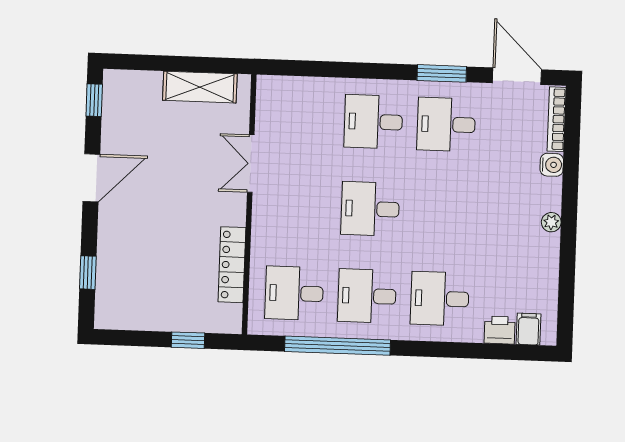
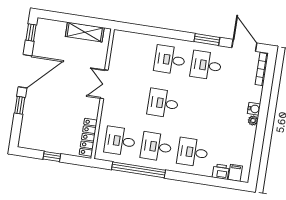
double door: (251, 163) -> (104, 84), moved
water cooler: (552, 165) -> (254, 109), moved
door: (91, 178) -> (25, 71), width x1.36
locker: (232, 265) -> (88, 137), moved
window: (88, 273) -> (20, 105), moved
window: (188, 340) -> (52, 156), moved

